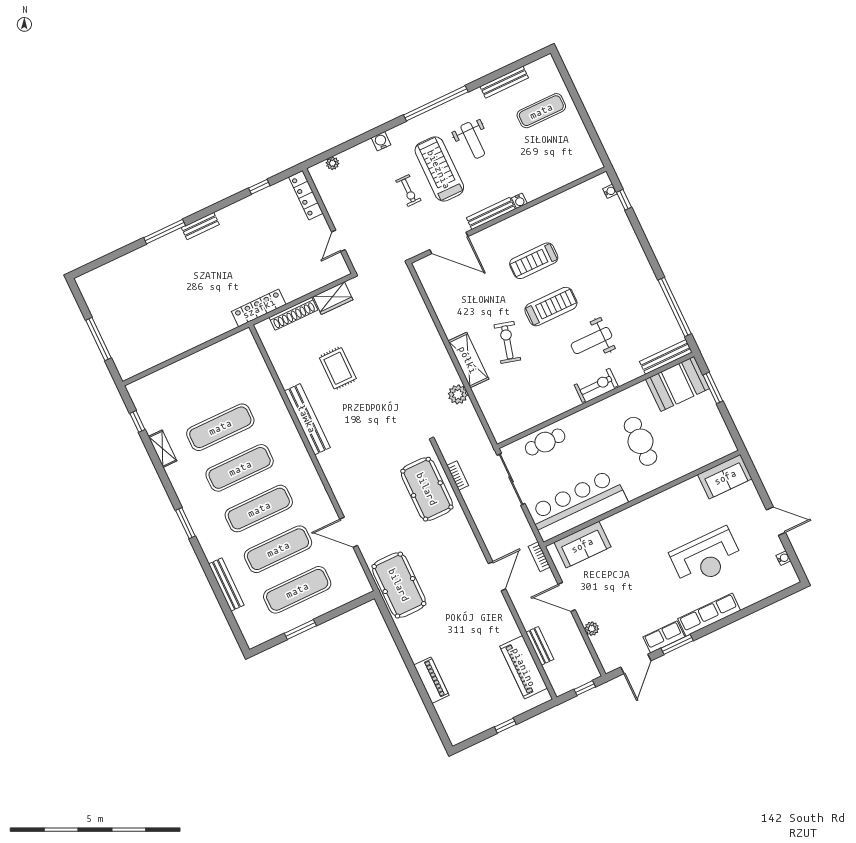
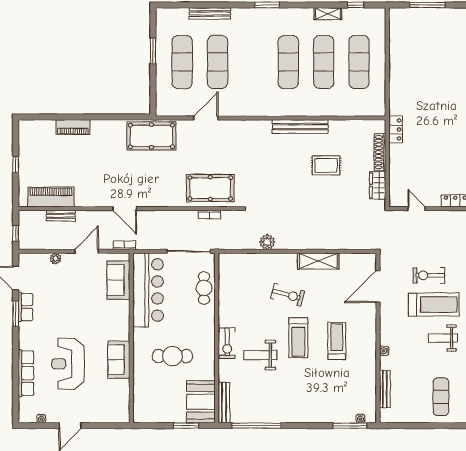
exercise bike: (408, 191) -> (429, 275), width x1.38, depth x1.39
window: (624, 200) -> (350, 426), width x2.17
bench: (491, 213) -> (385, 389), moved
locker: (259, 308) -> (396, 129), width x0.66
weight bench: (591, 341) -> (261, 355), turned -90
shelving: (468, 360) -> (318, 261), moved
sofa: (725, 477) -> (119, 360), moved
exercise mat: (259, 509) -> (359, 62), moved
row of seats: (709, 615) -> (26, 373), moved

